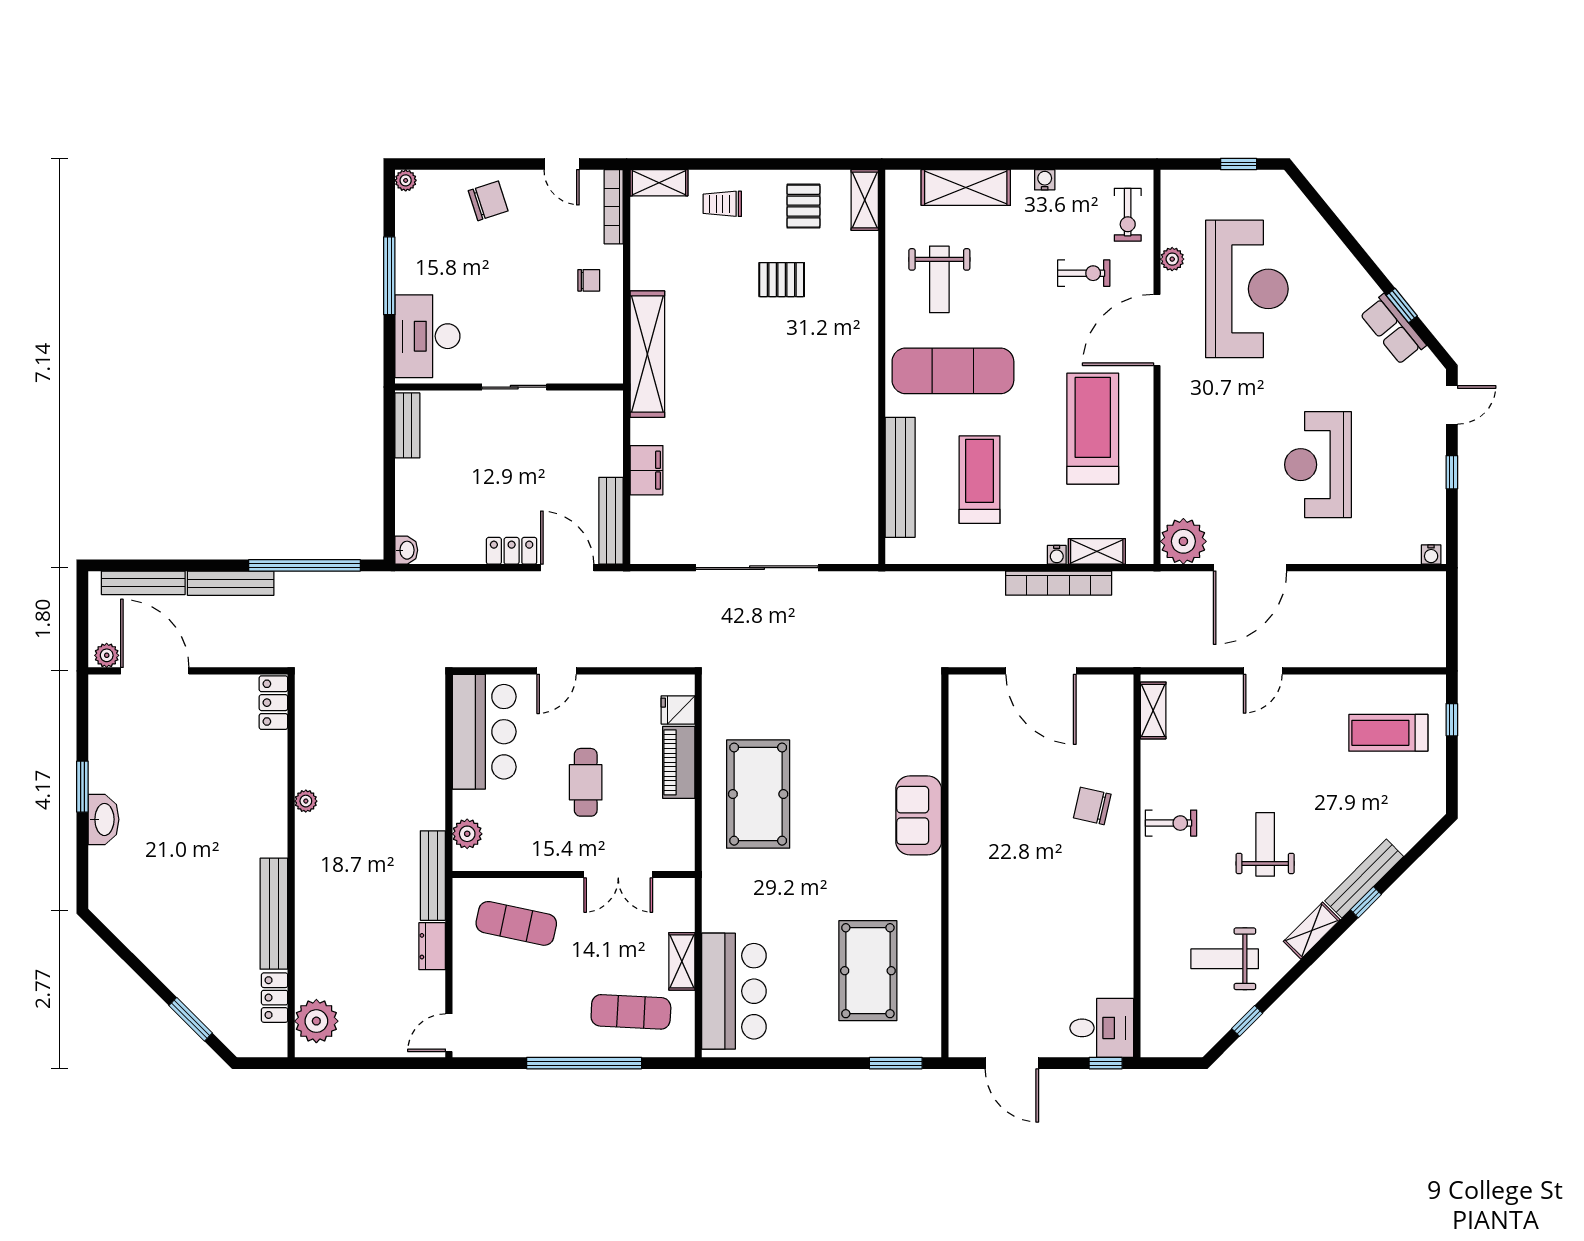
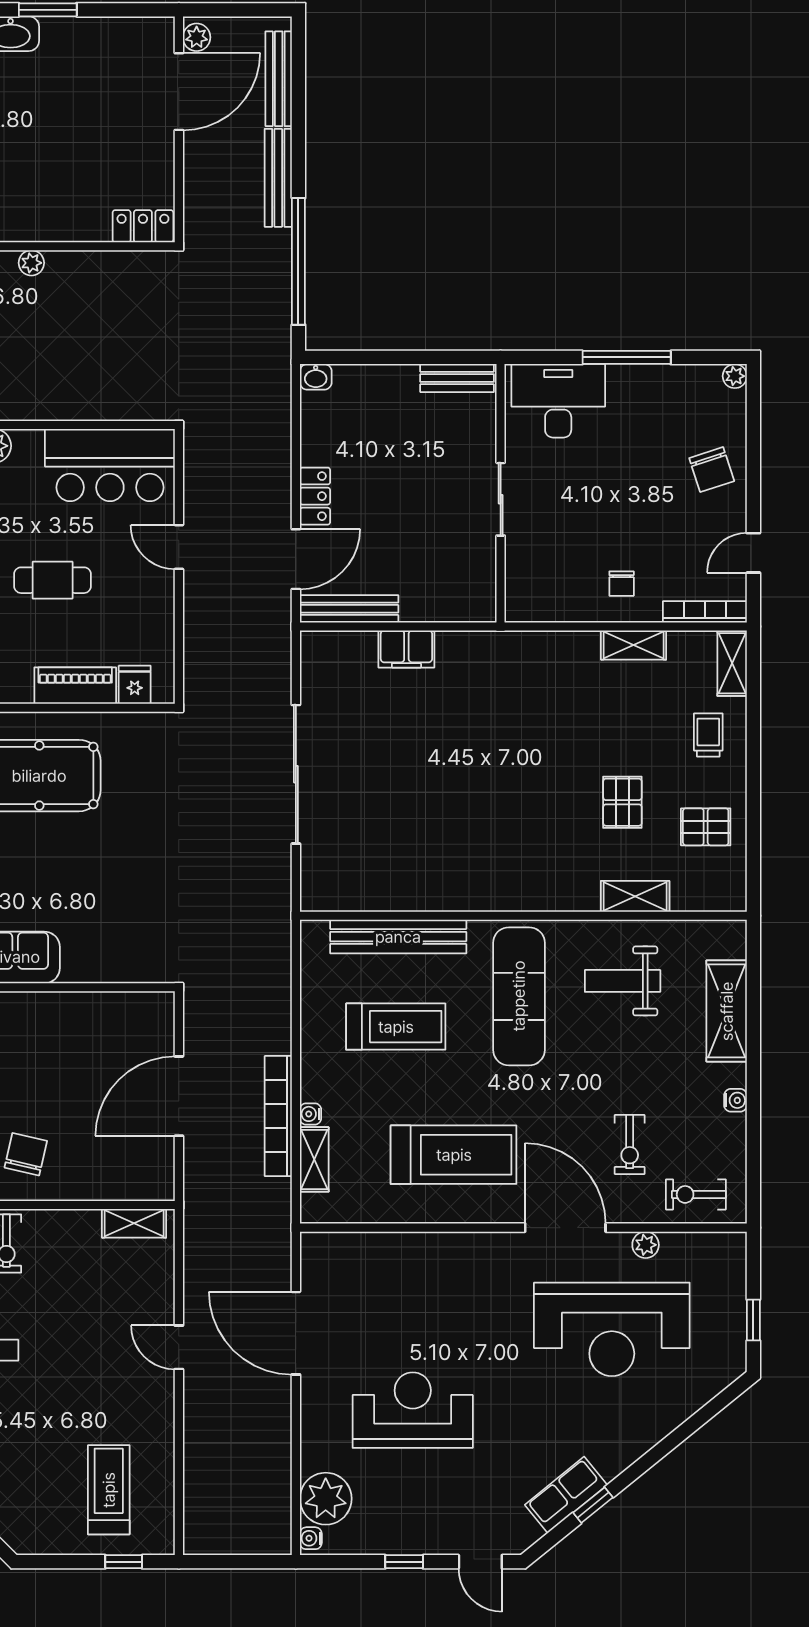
shelving: (865, 200) -> (635, 896), moved
shelving: (647, 354) -> (634, 645), moved, width x0.45, depth x0.75
plant: (1183, 541) -> (326, 1499), moved

